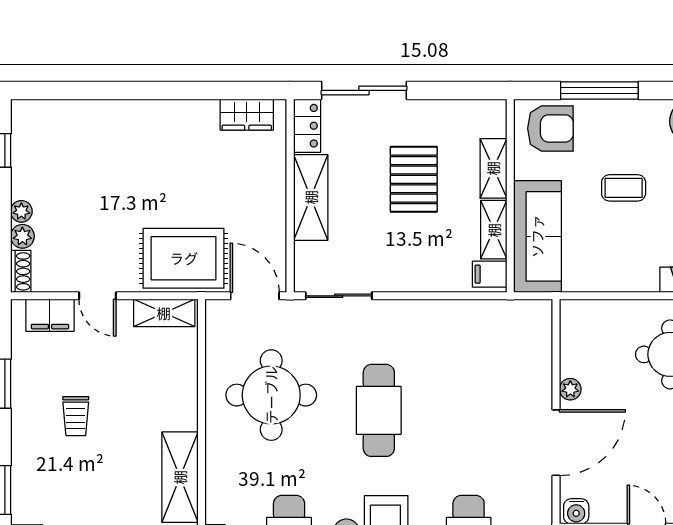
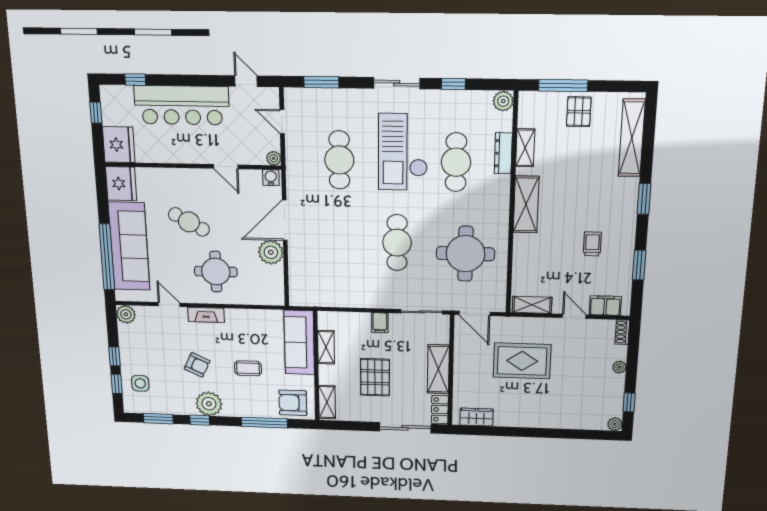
shelving: (493, 168) -> (327, 402), moved
plant: (22, 236) -> (615, 424), moved
rug: (184, 258) -> (522, 361), moved
filing cabinet: (490, 274) -> (380, 323), moved, turned 90
plant: (570, 389) -> (271, 252), width x1.88, depth x1.88

